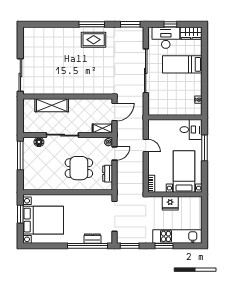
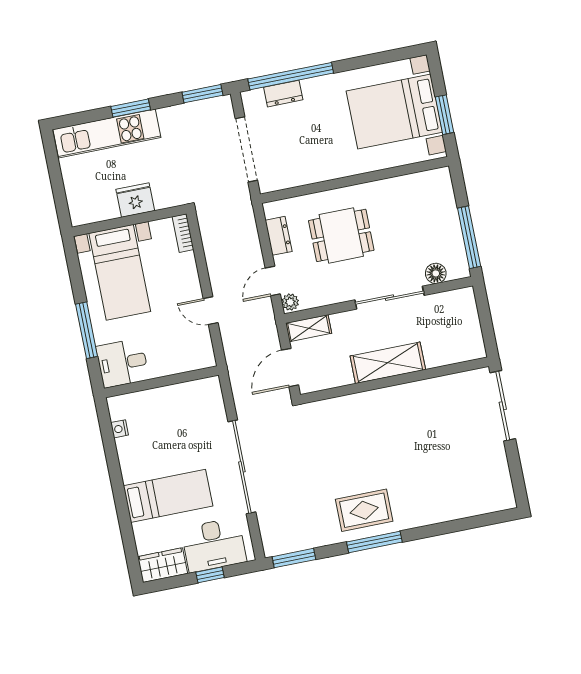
shelving: (52, 105) -> (388, 363), moved

